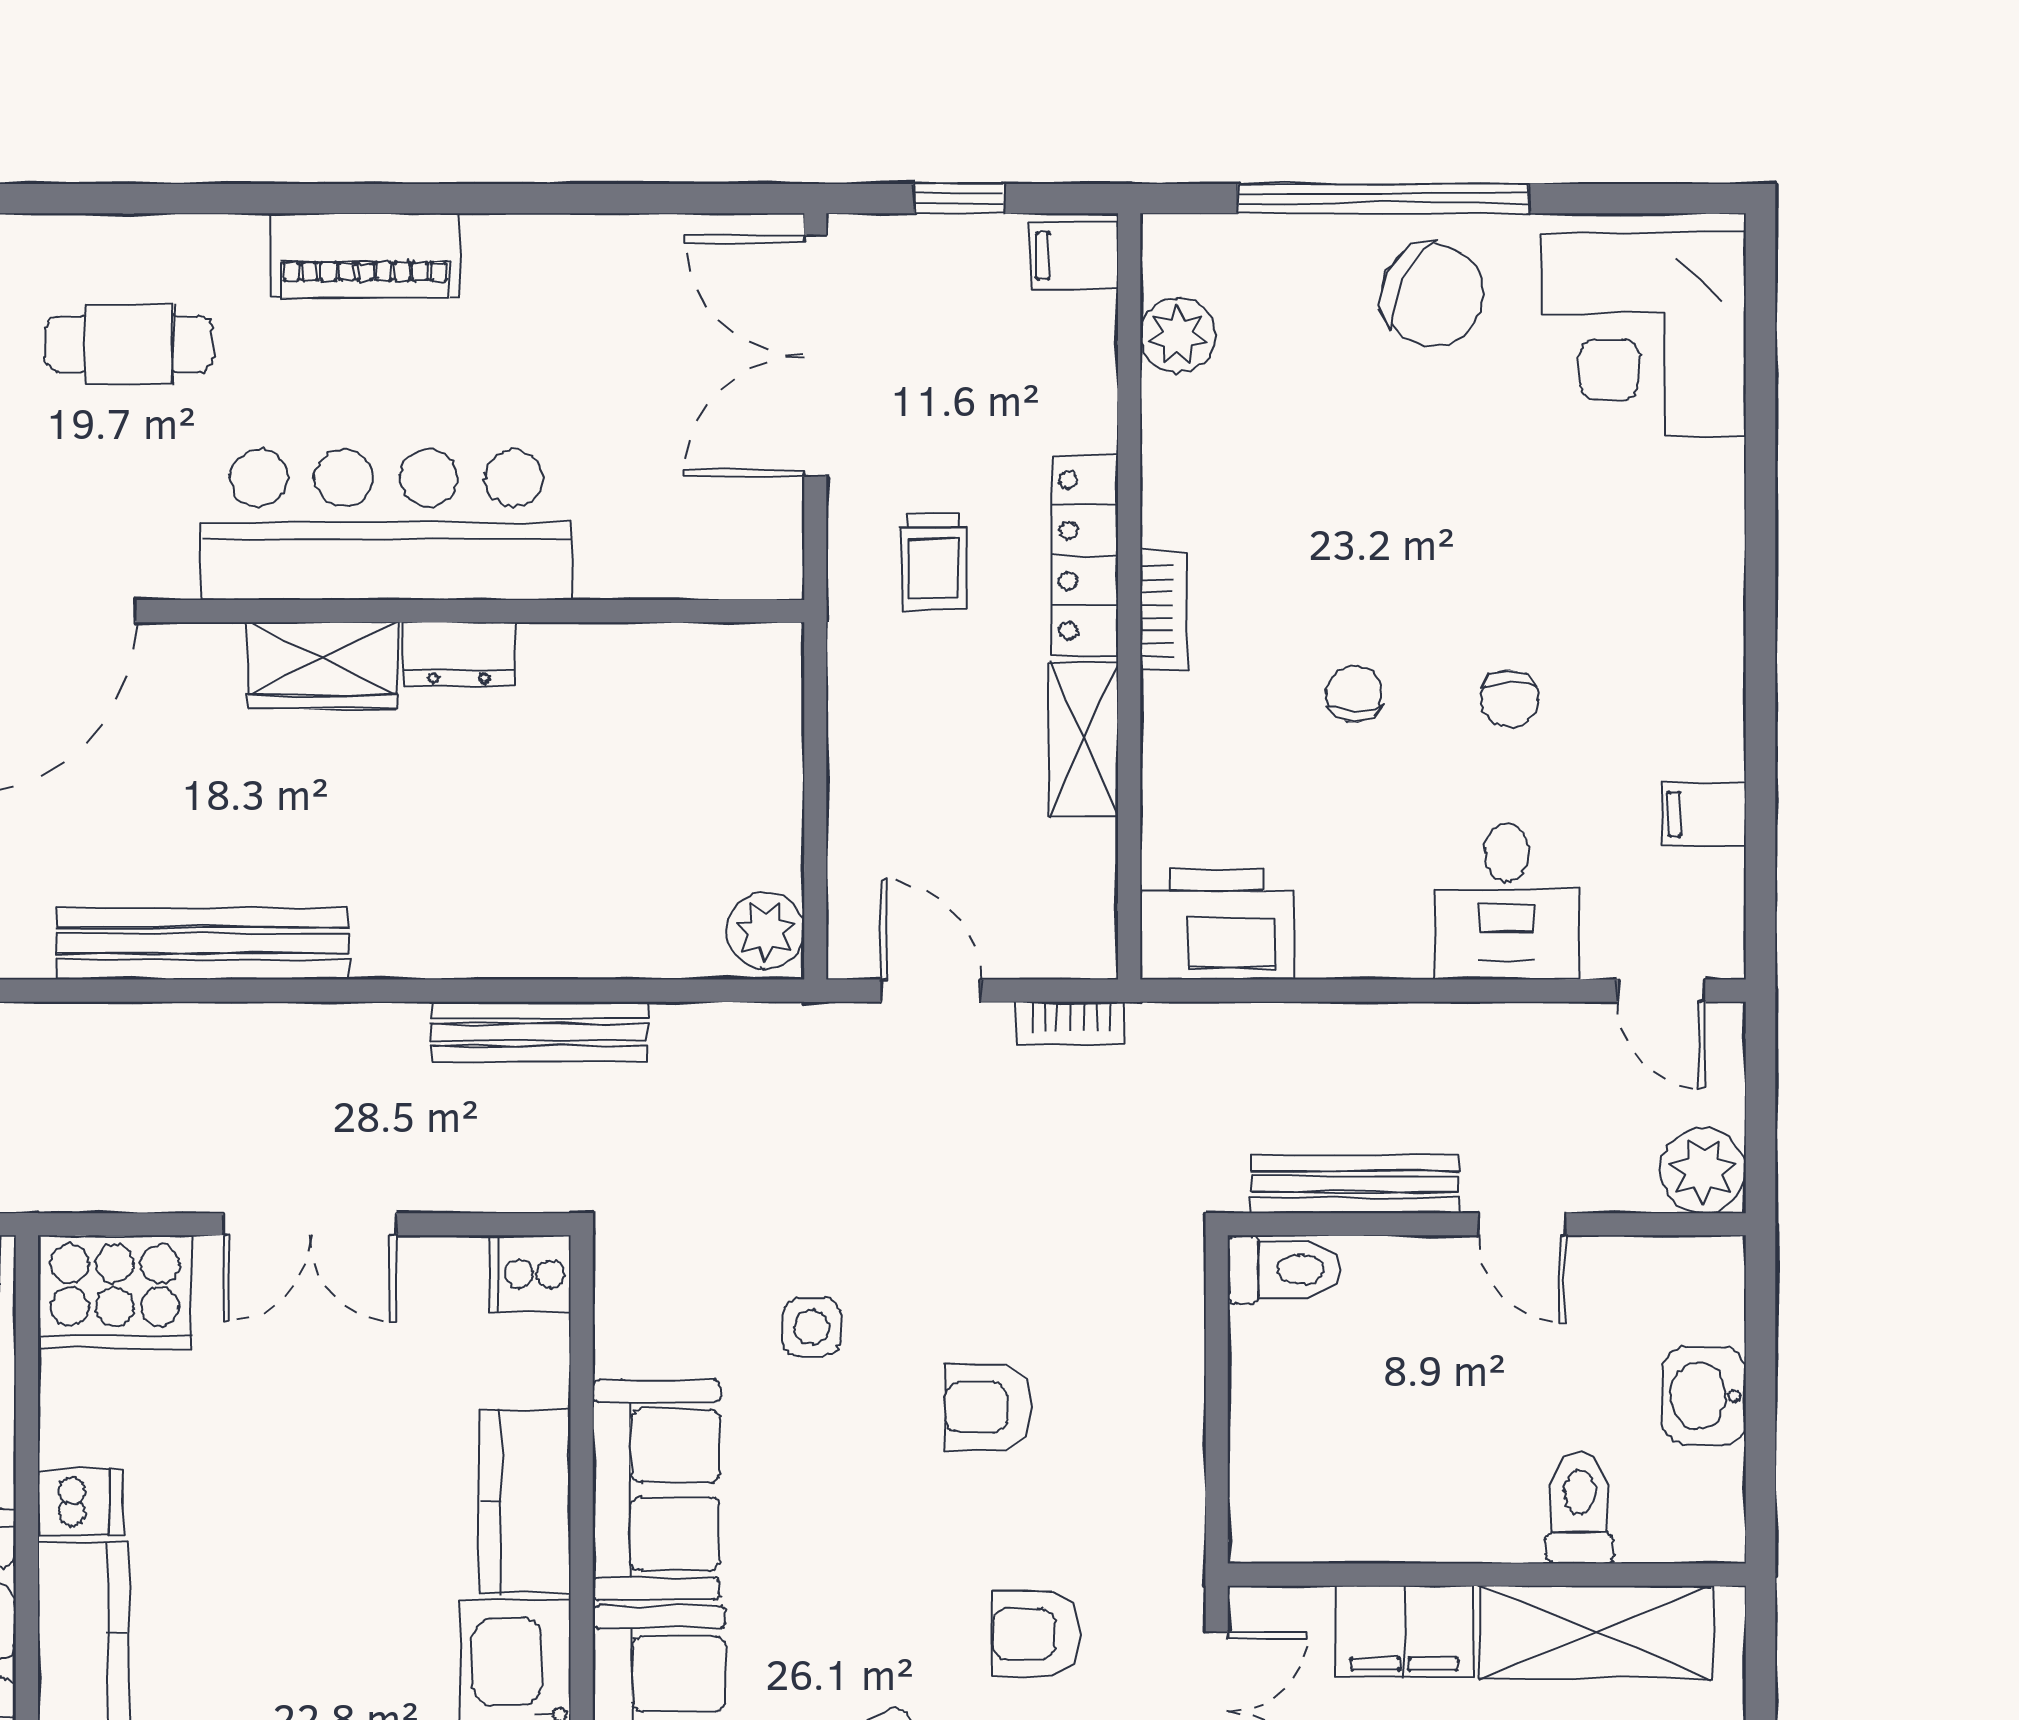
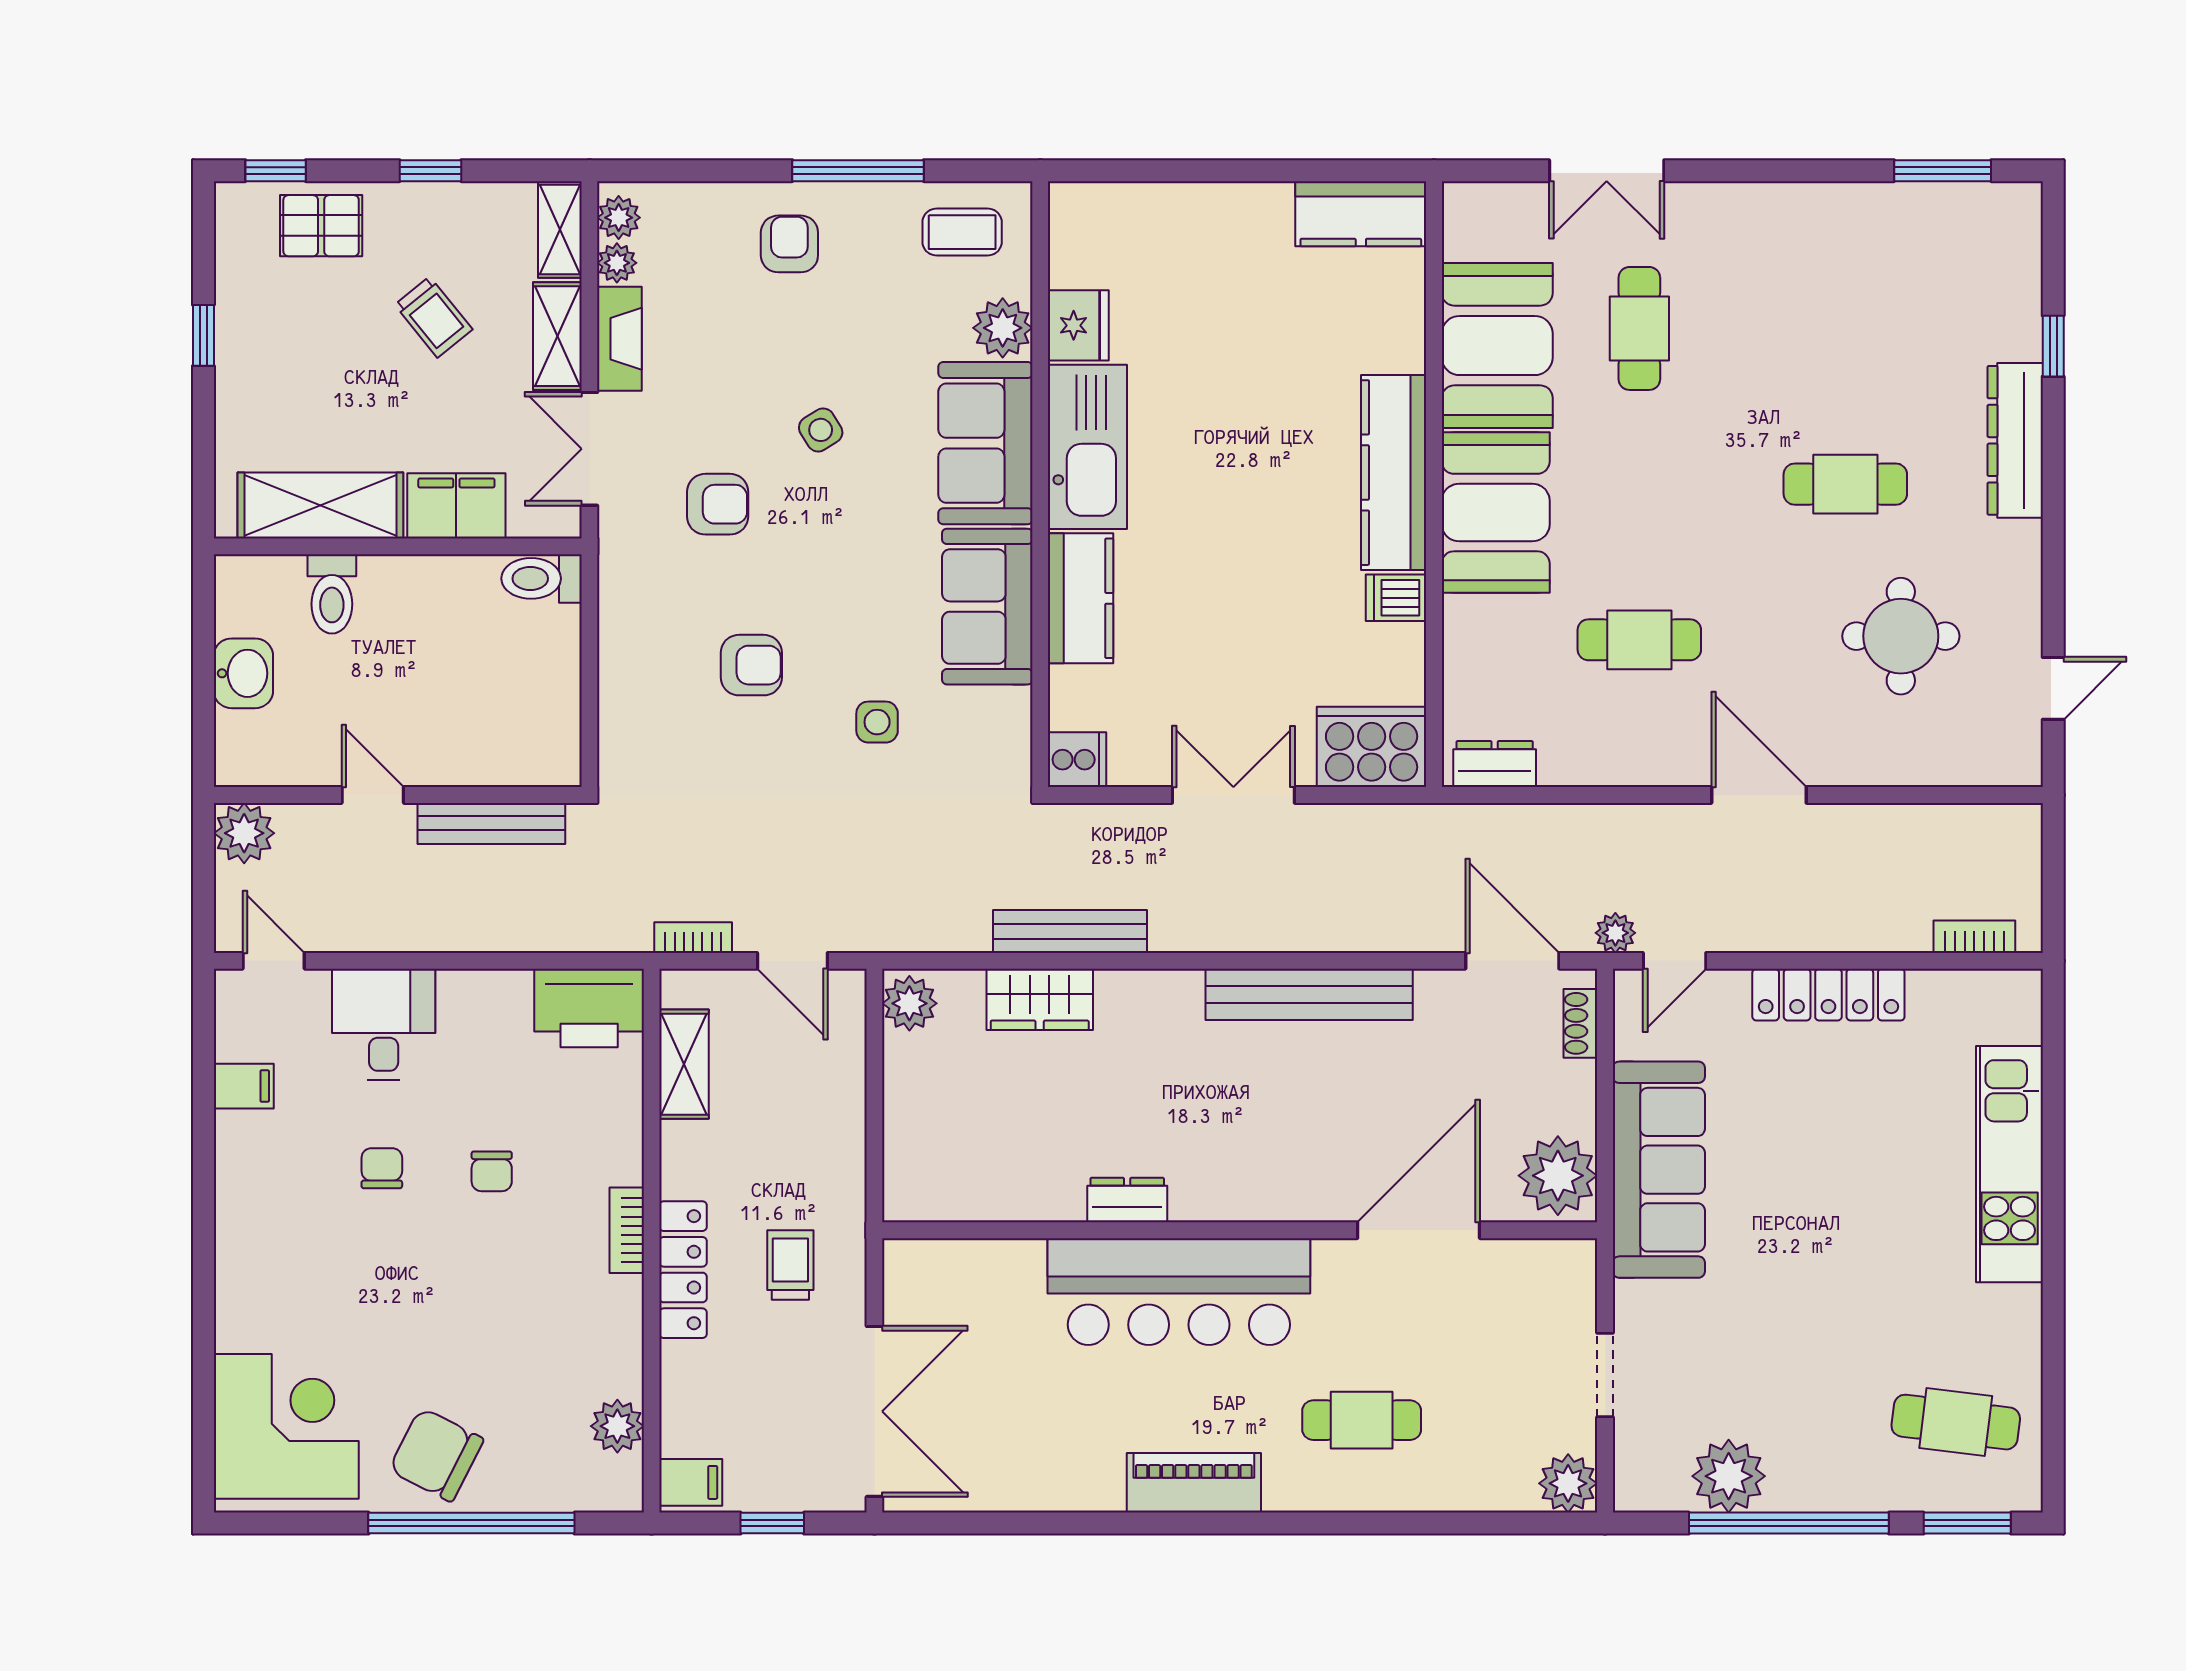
wardrobe: (322, 665) -> (1040, 999), moved, turned 180
shelving: (1083, 739) -> (684, 1064), moved
toilet: (1284, 1270) -> (542, 578), moved

